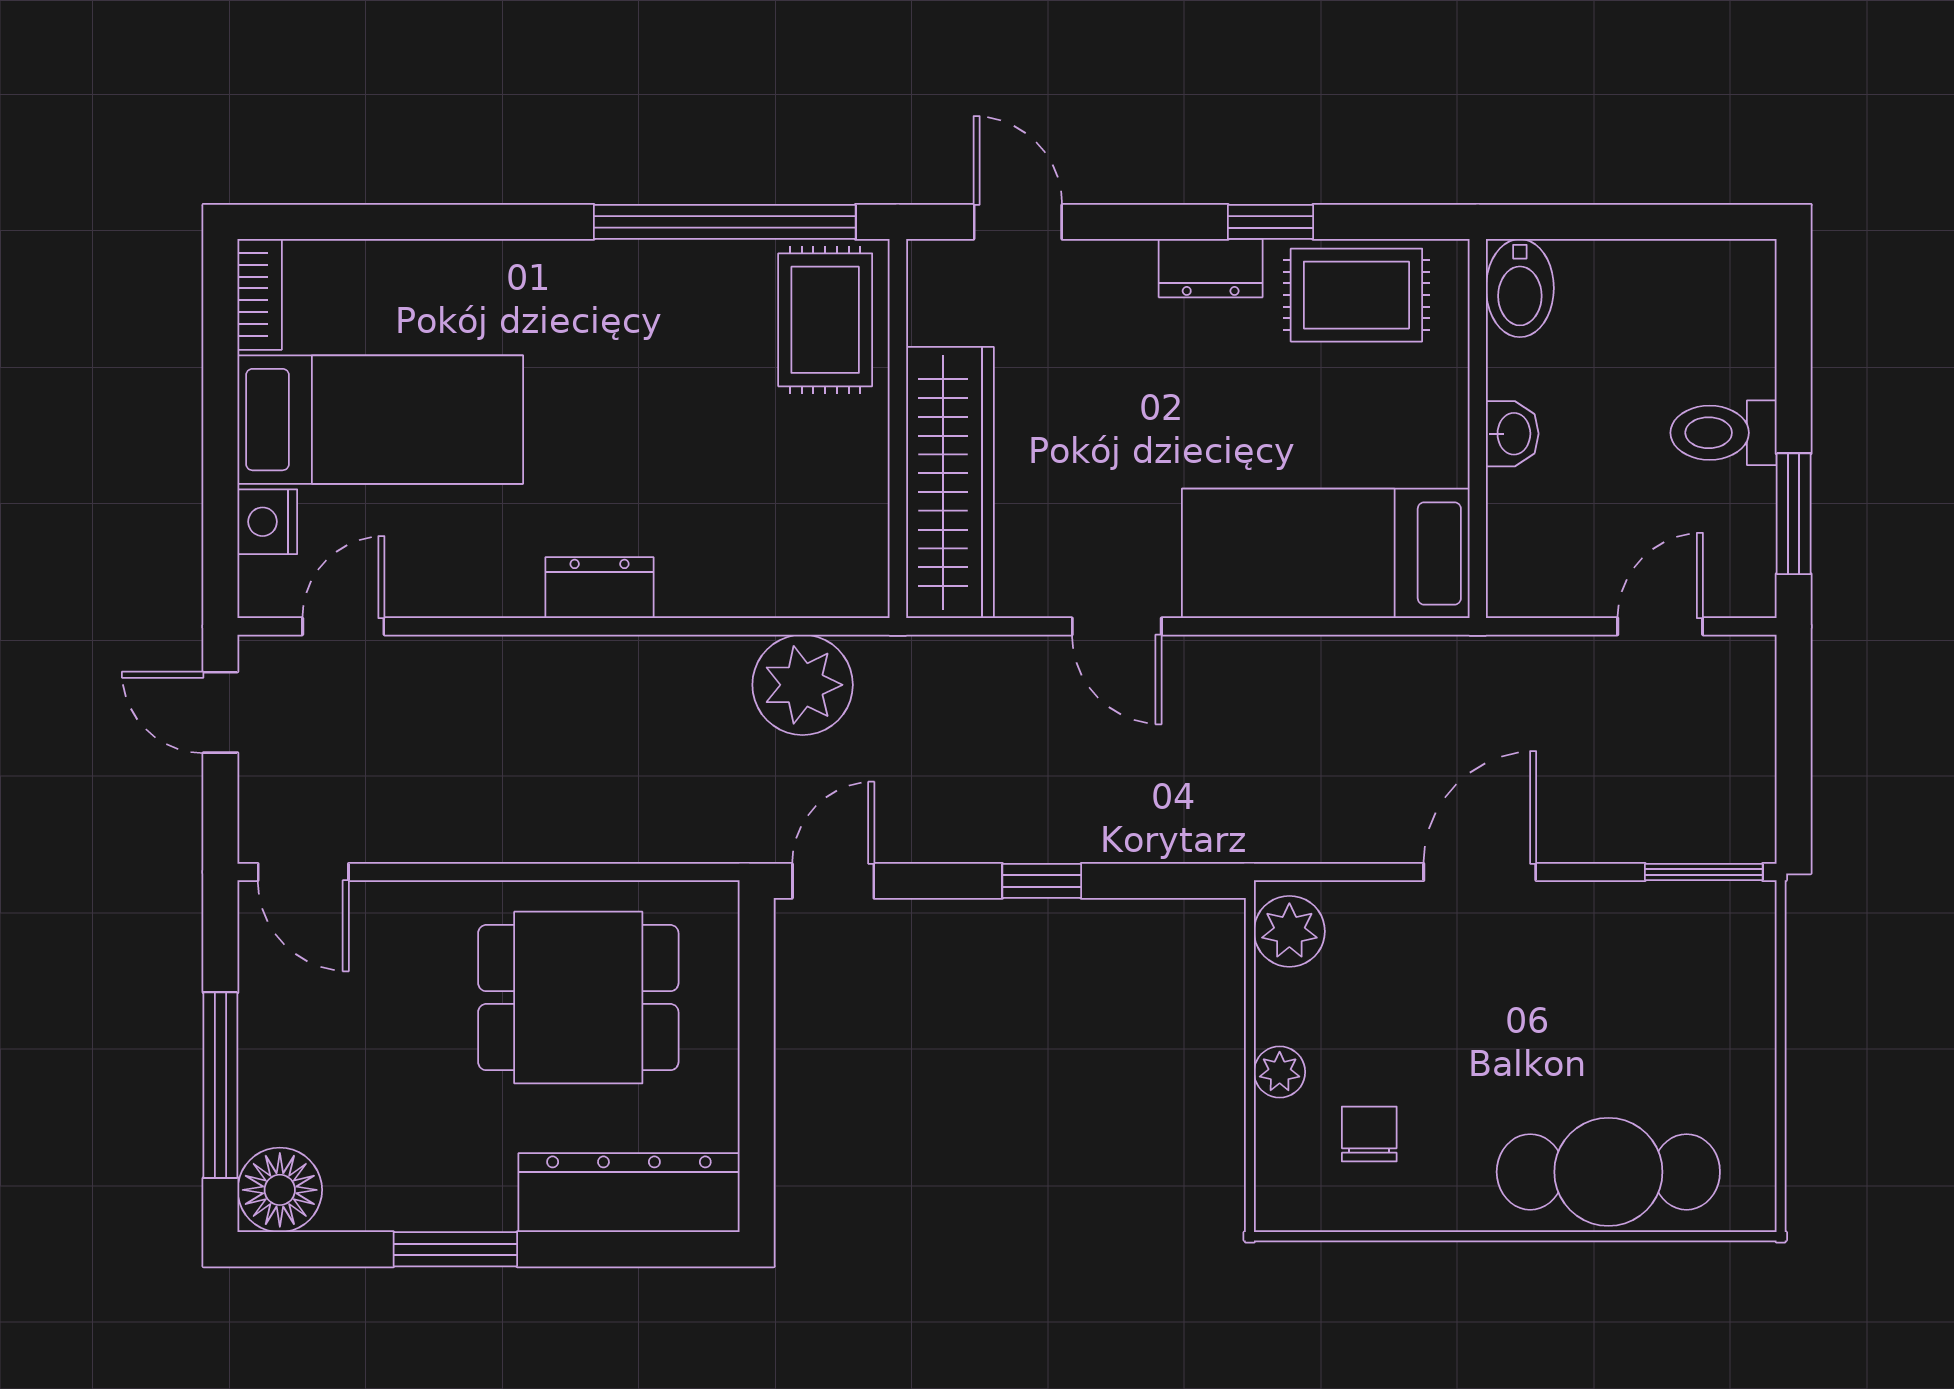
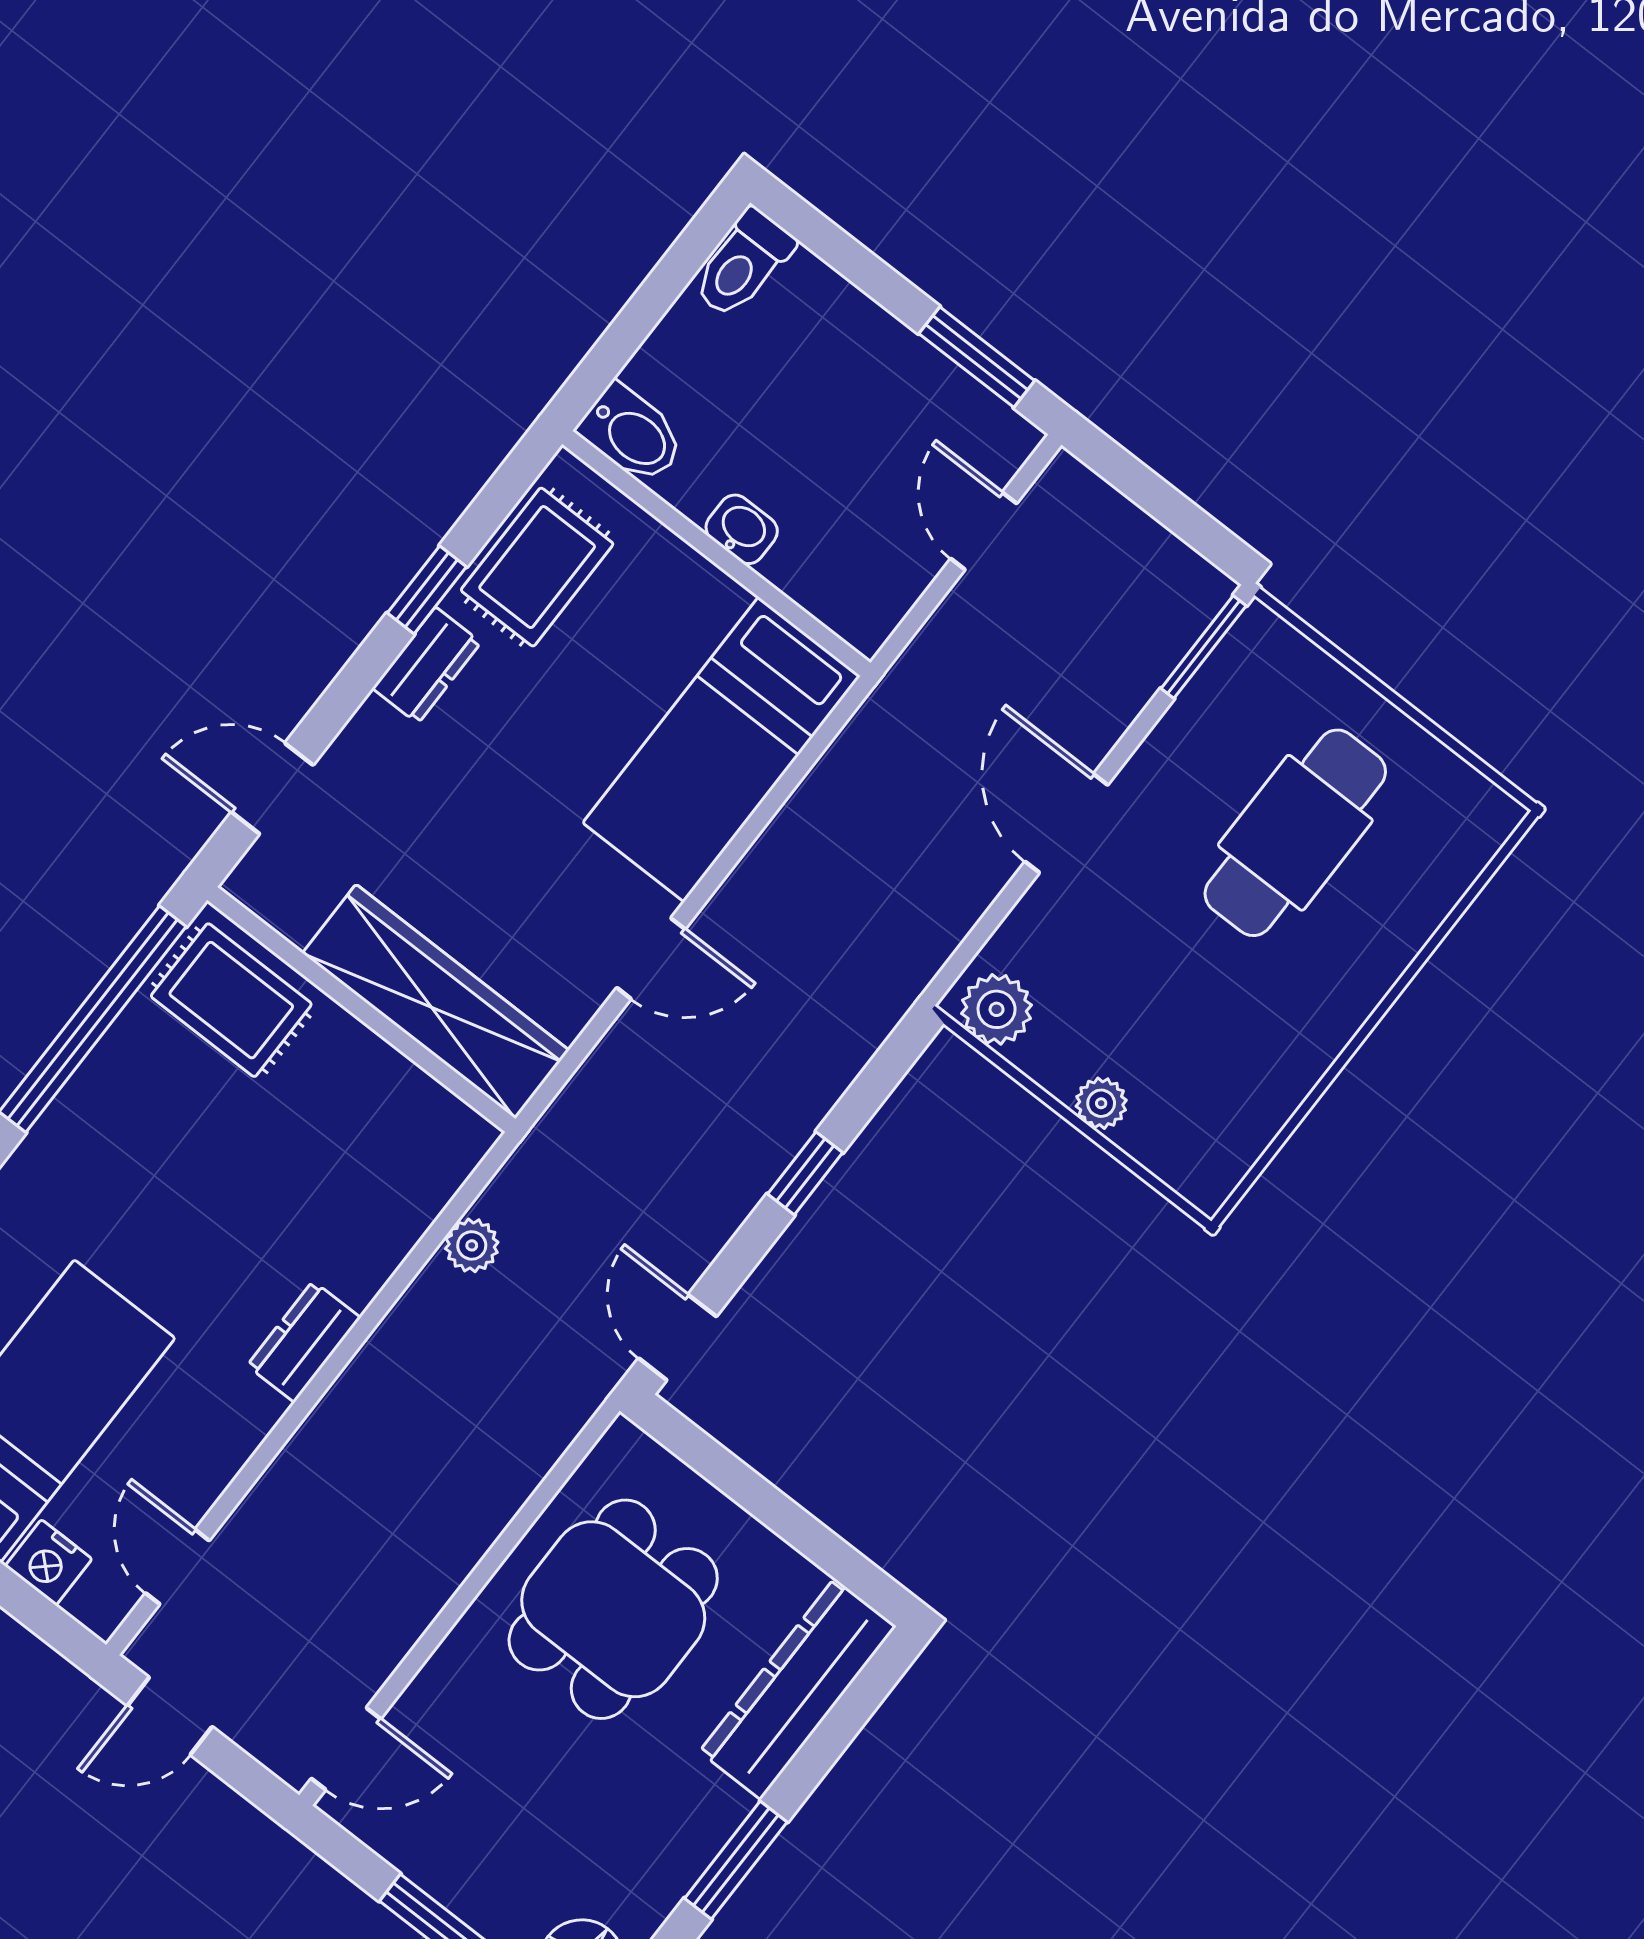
toilet: (1723, 433) -> (743, 264), moved
plant: (803, 685) -> (472, 1245), width x0.53, depth x0.53
chair: (1369, 1134) -> (1205, 1071), removed
cafe table: (1608, 1172) -> (1295, 833), moved

